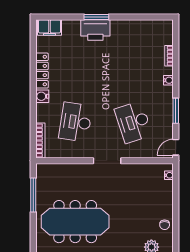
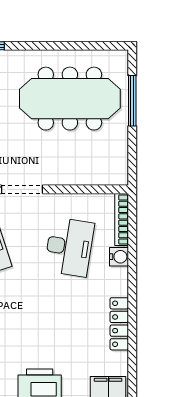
water cooler: (42, 96) -> (119, 257), moved
window: (33, 195) -> (132, 101), moved

